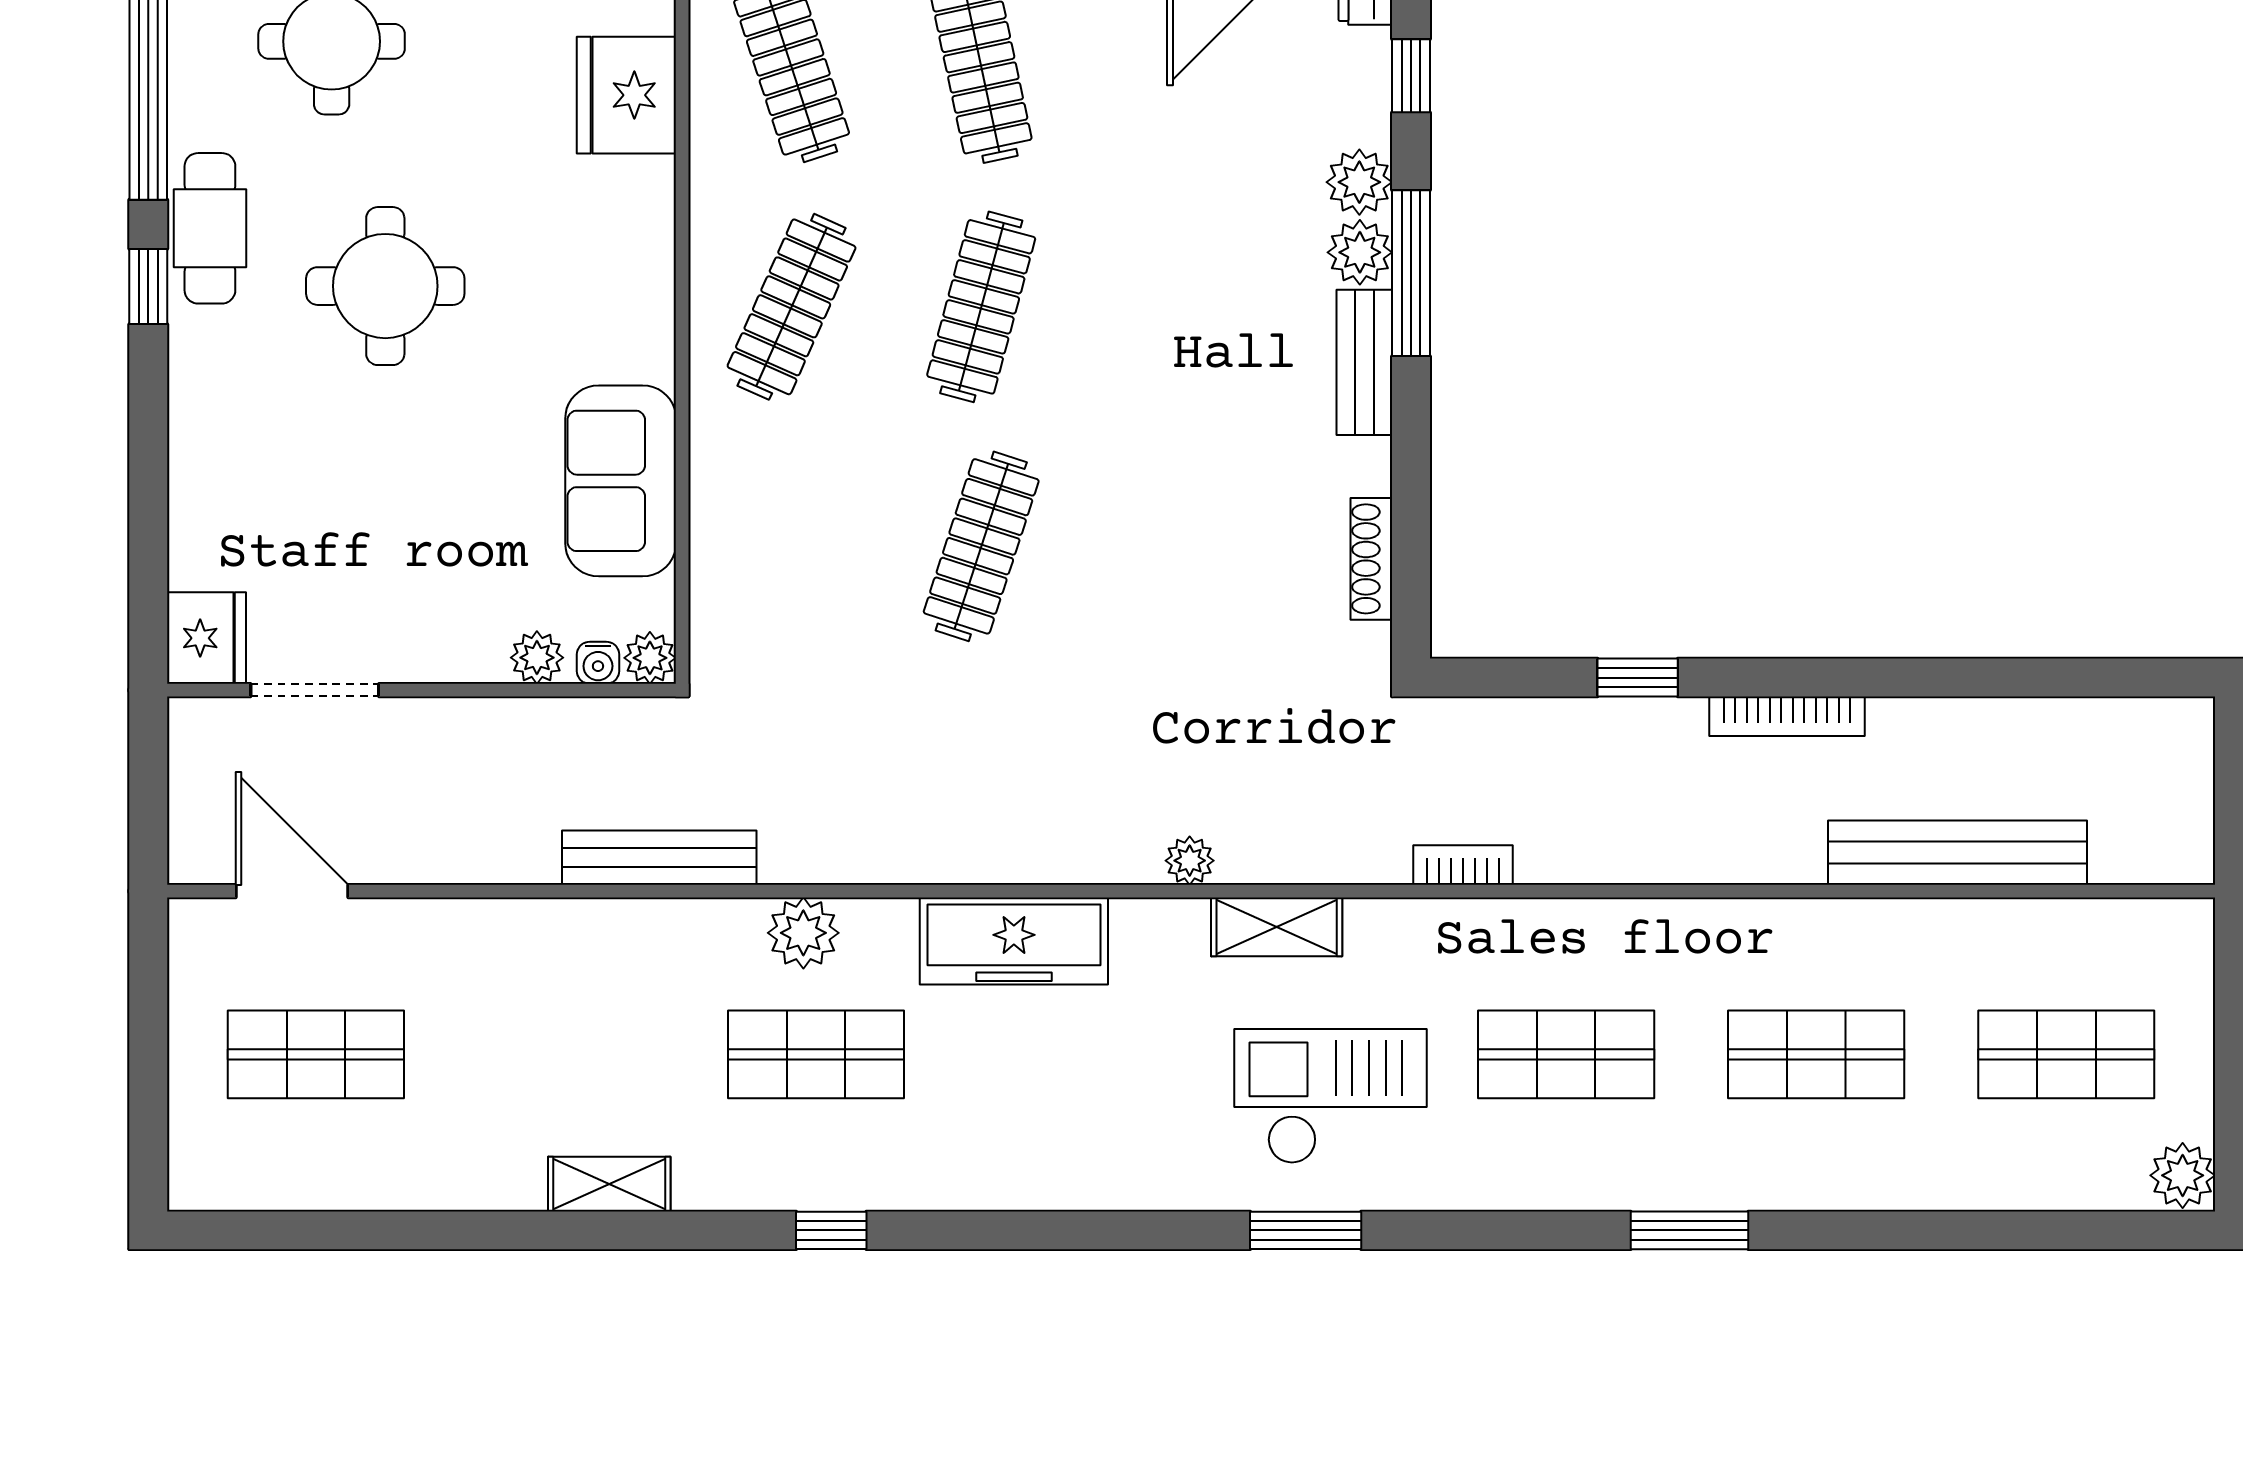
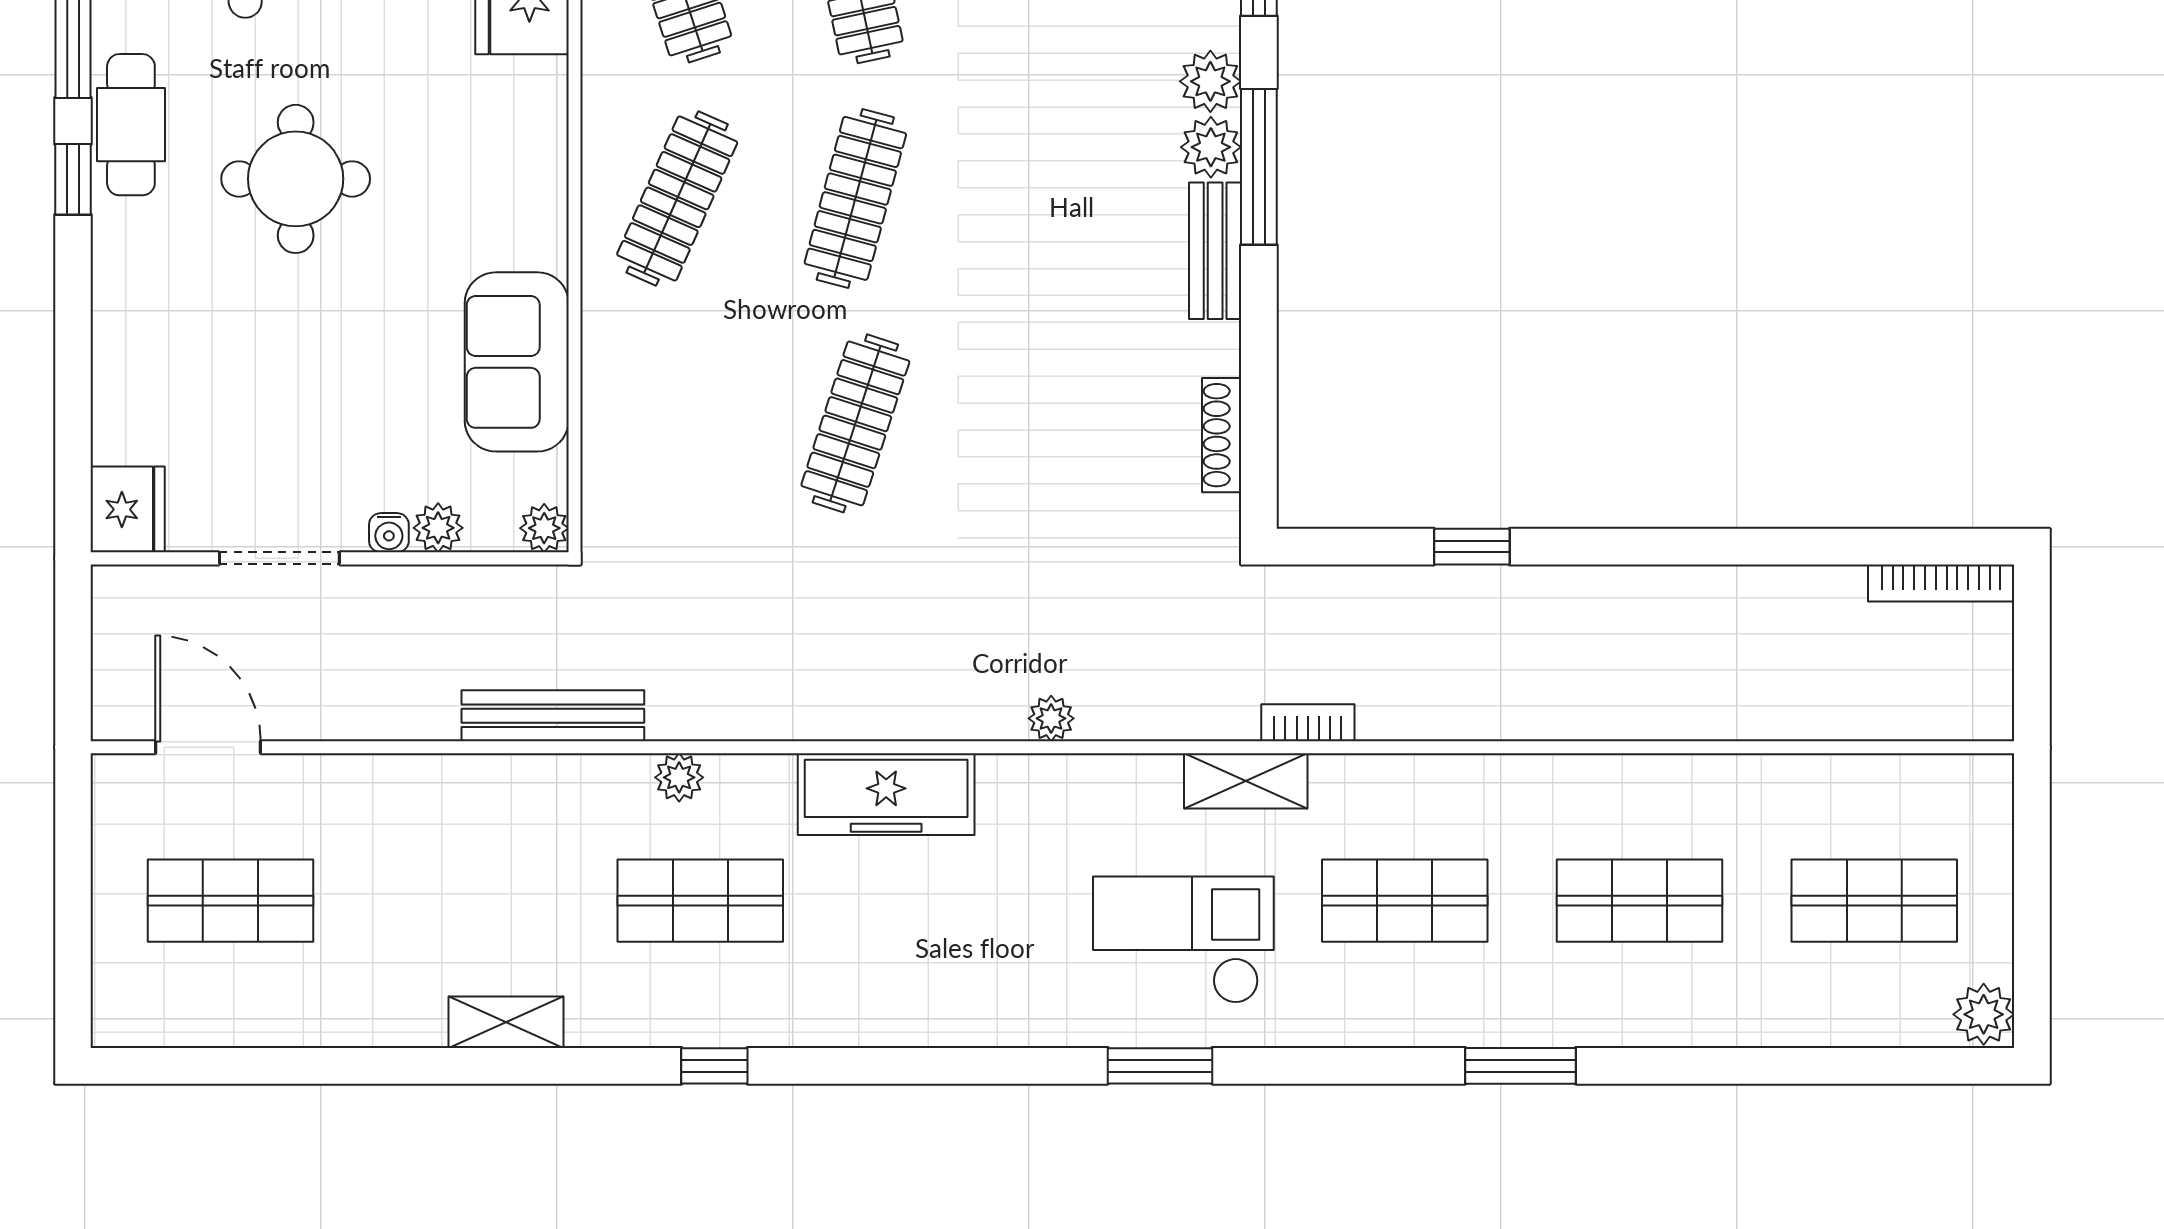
water cooler: (598, 663) -> (389, 533), moved
doorway: (315, 690) -> (279, 558), moved
bookcase: (1787, 716) -> (1941, 583), moved
bench: (1958, 853) -> (1772, 711), removed
shelving: (1277, 927) -> (1246, 781), moved
plant: (803, 933) -> (679, 777), width x0.73, depth x0.73

